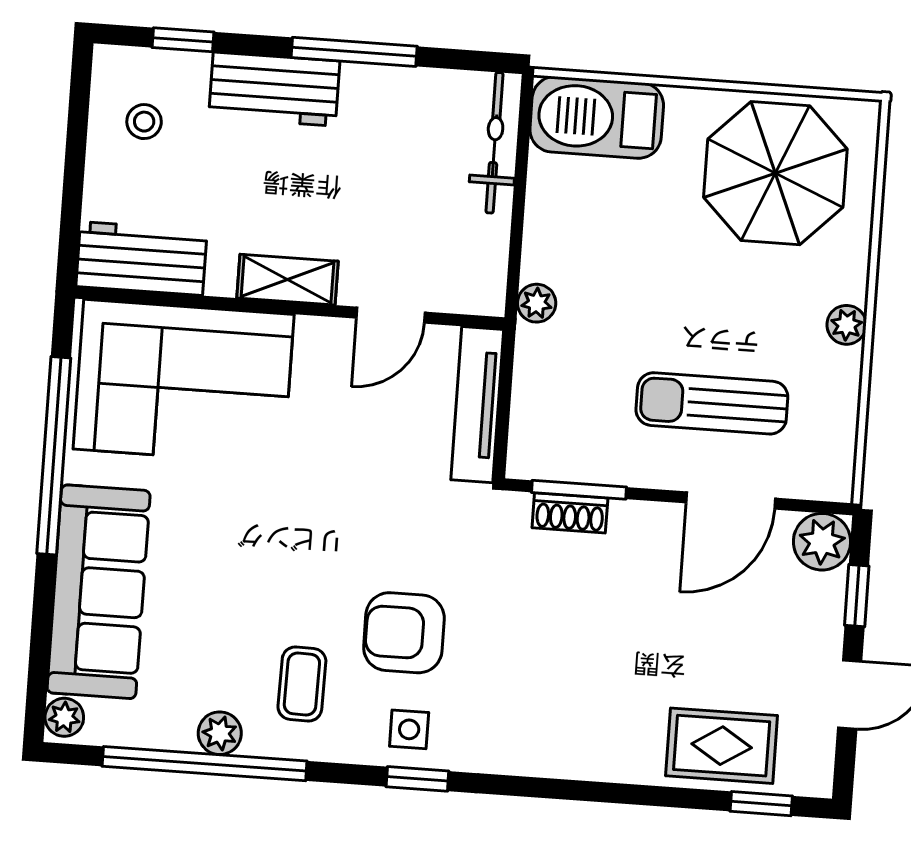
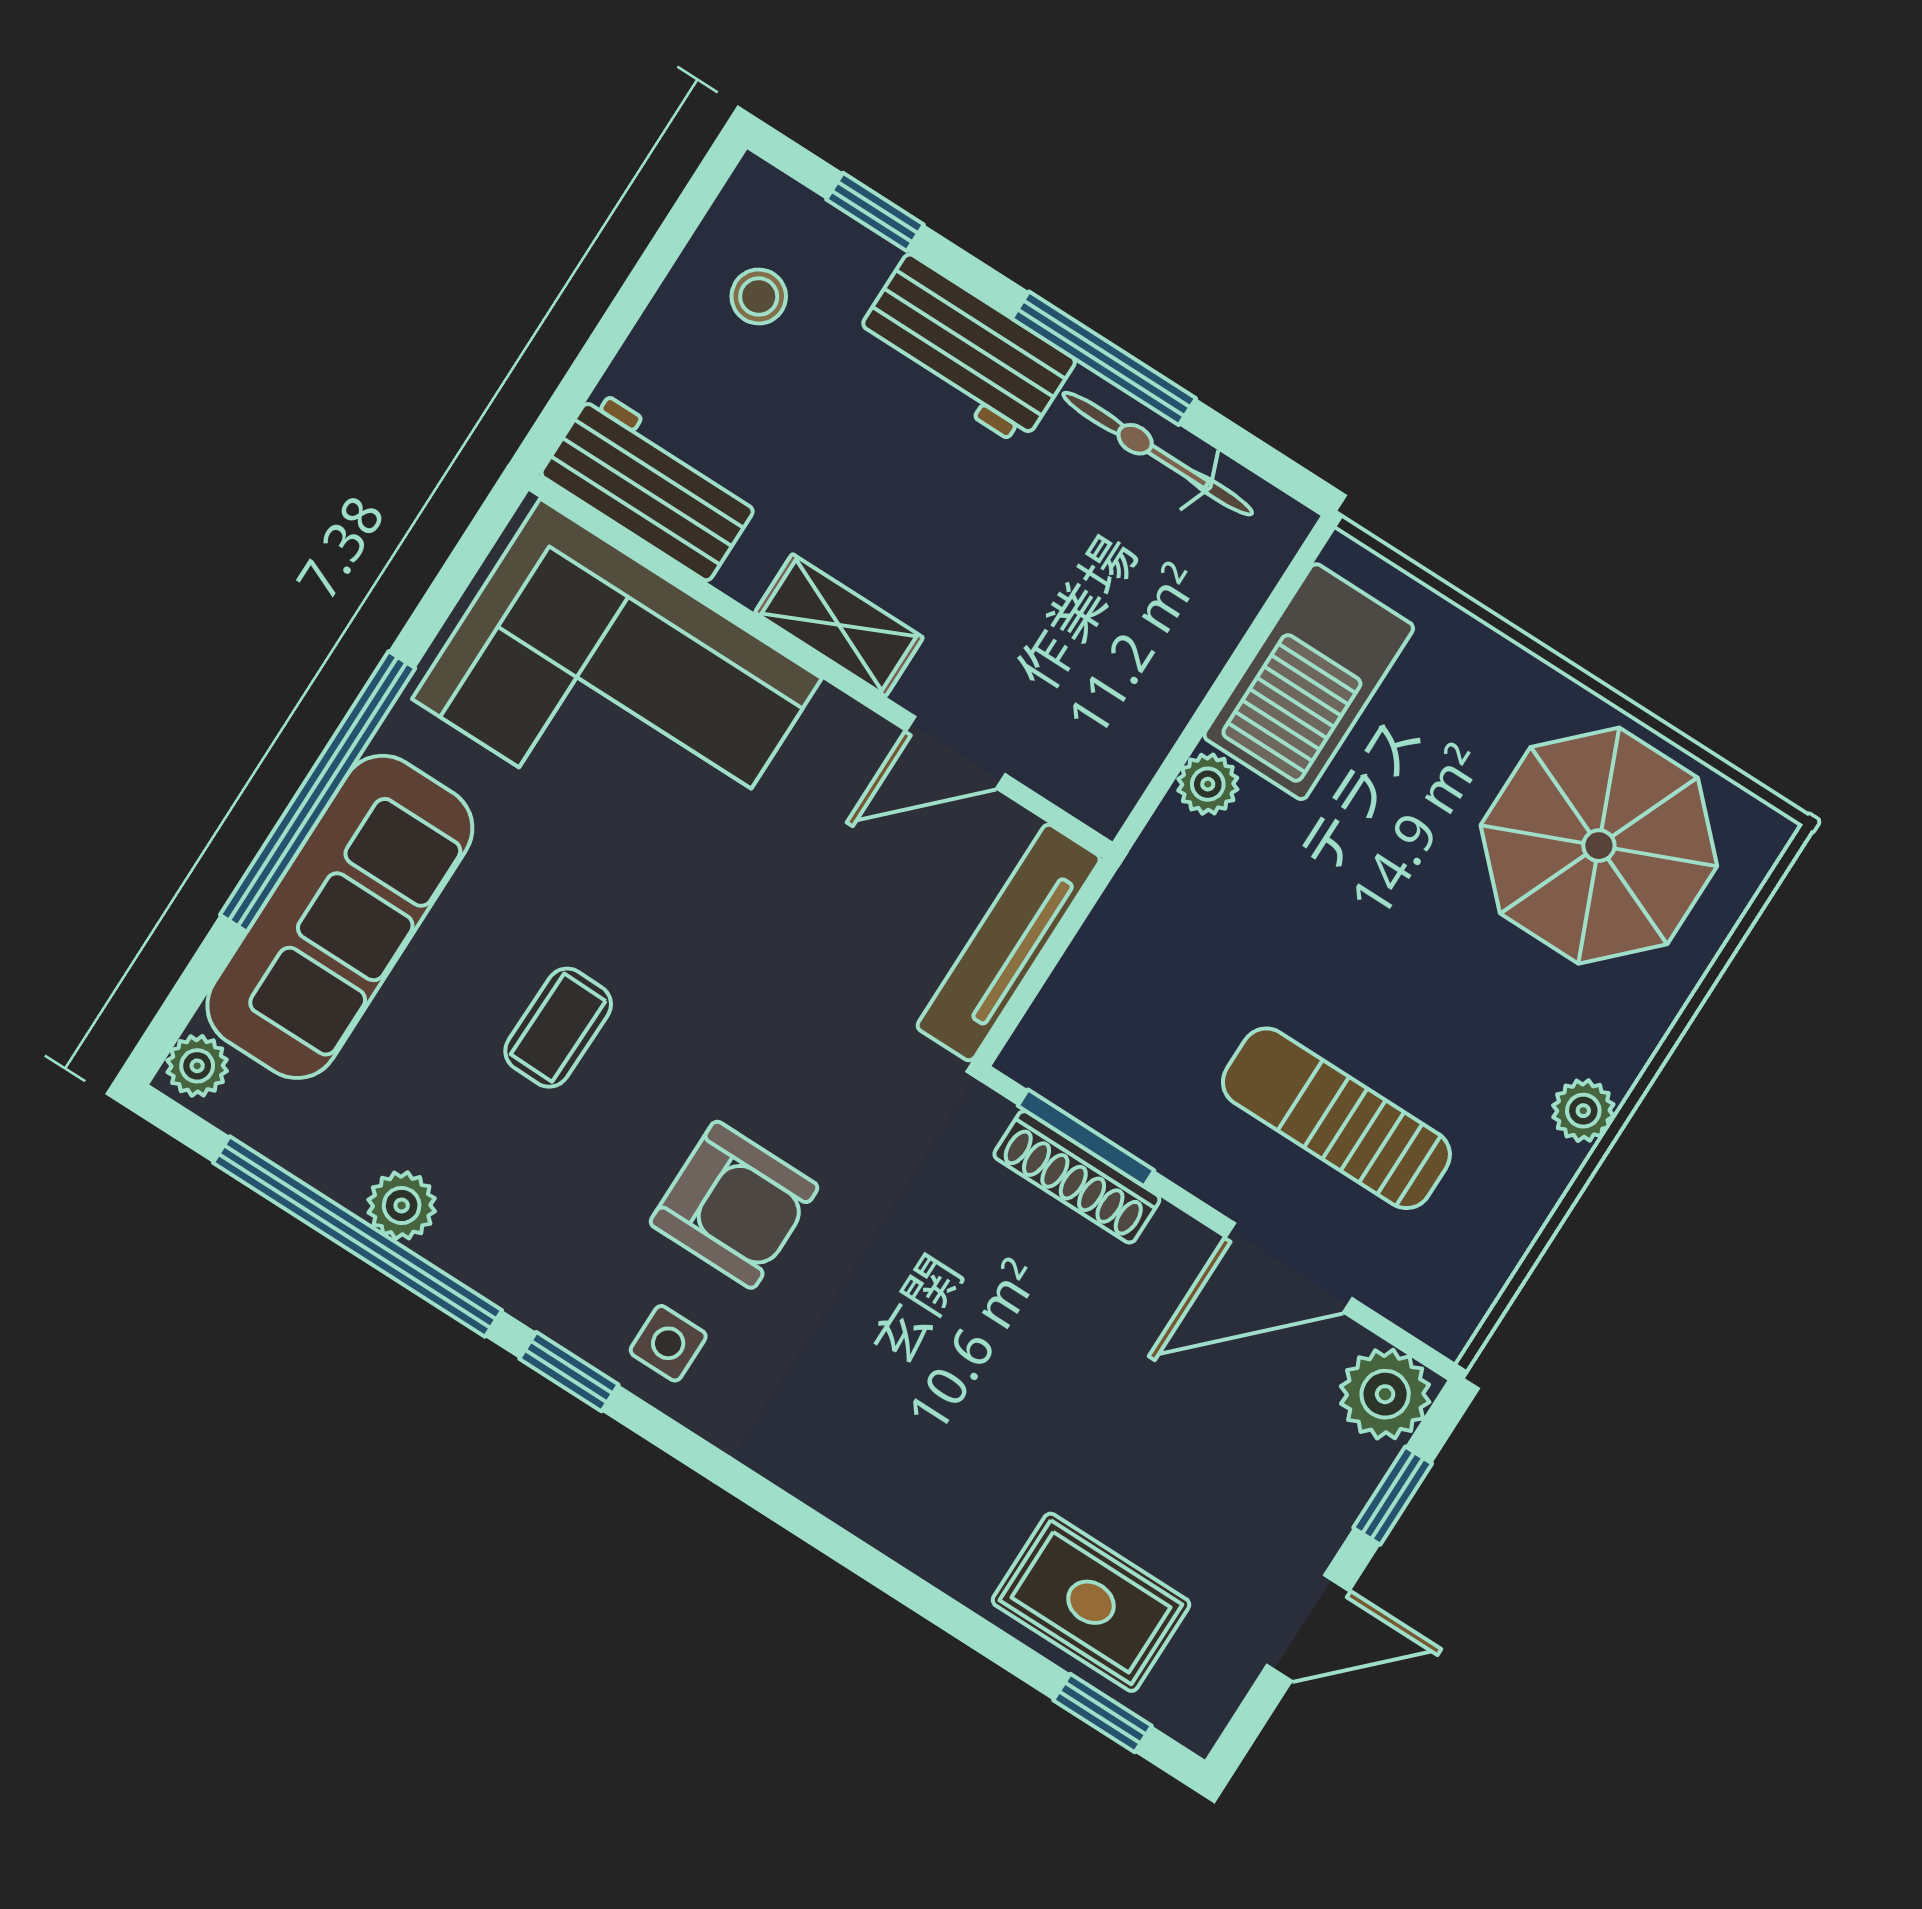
barbecue: (597, 117) -> (1309, 682), moved, turned -90
bicycle: (495, 143) -> (1158, 454), moved, turned -90
plant: (537, 303) -> (1208, 784), moved
window: (54, 456) -> (318, 791), moved
shoe rack: (570, 513) -> (1077, 1177), width x1.43
armchair: (404, 633) -> (734, 1205), turned 180
coffee table: (302, 684) -> (558, 1028), moved
window: (417, 779) -> (569, 1372), moved

